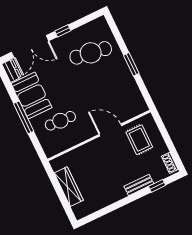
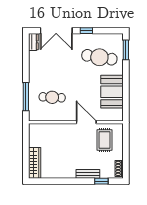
window: (131, 64) -> (126, 50), moved
booth: (32, 96) -> (112, 92), moved
window: (24, 117) -> (26, 97), moved
wardrobe: (69, 187) -> (35, 163), moved

